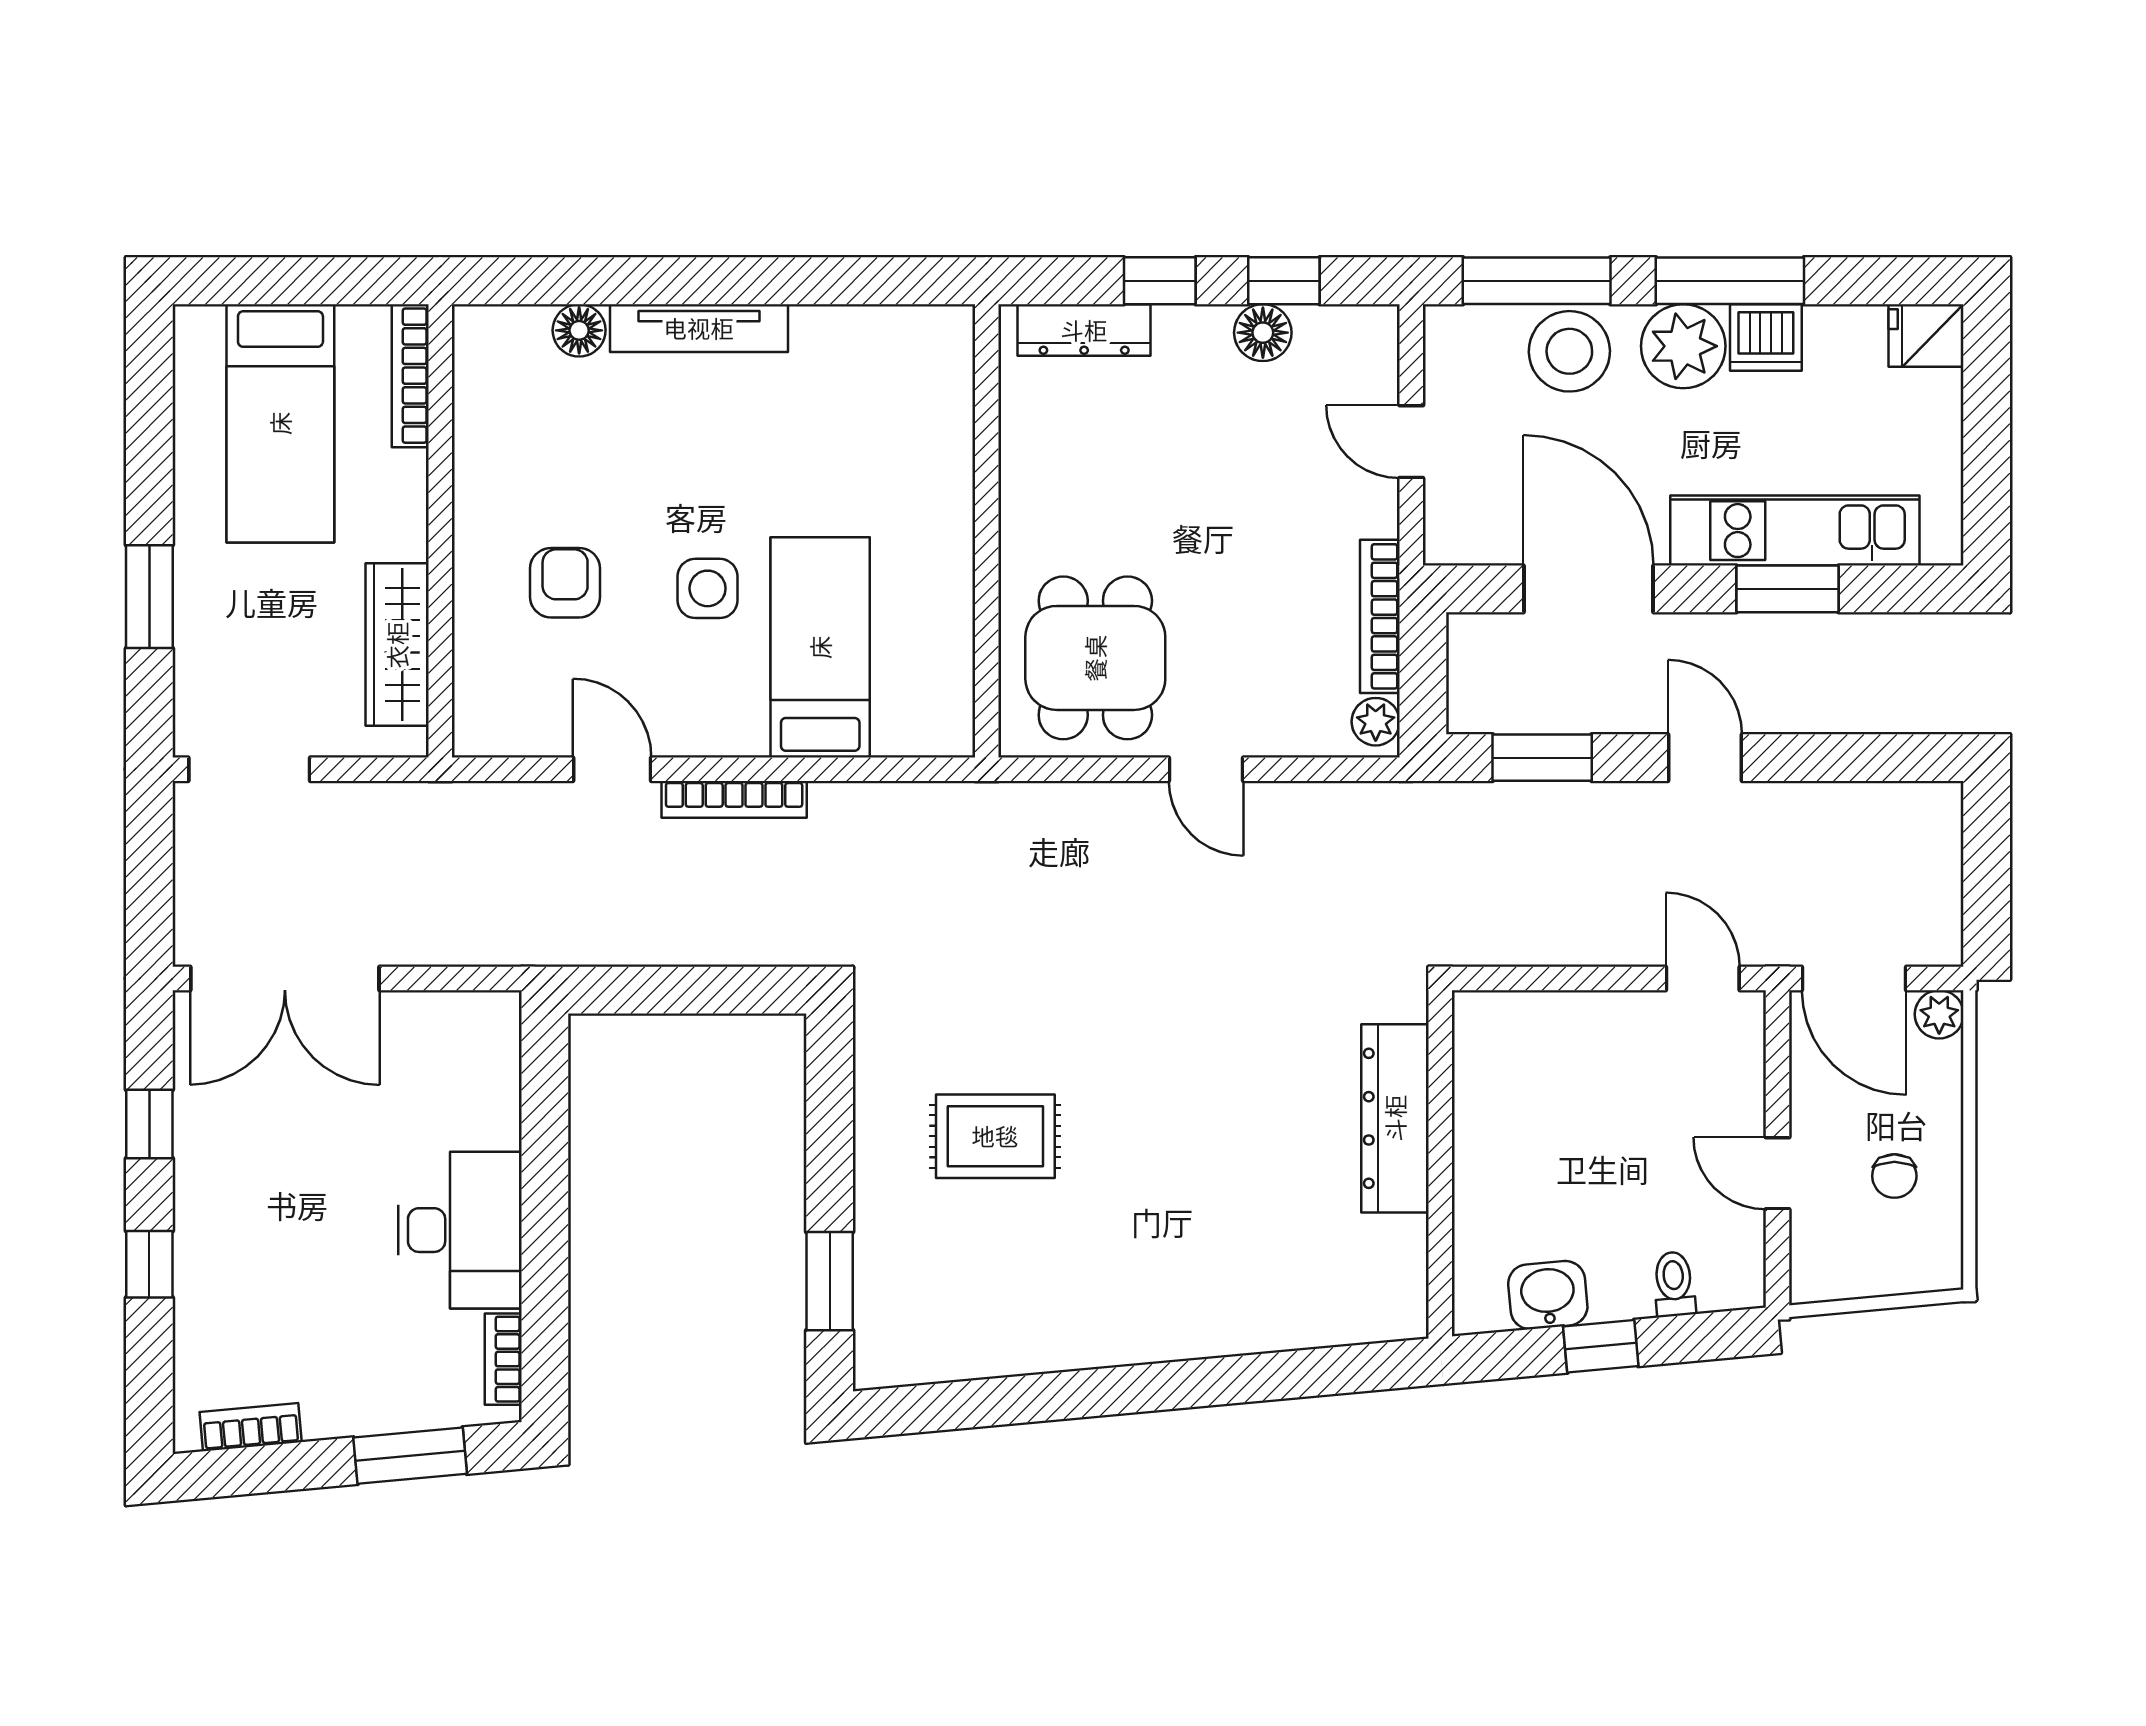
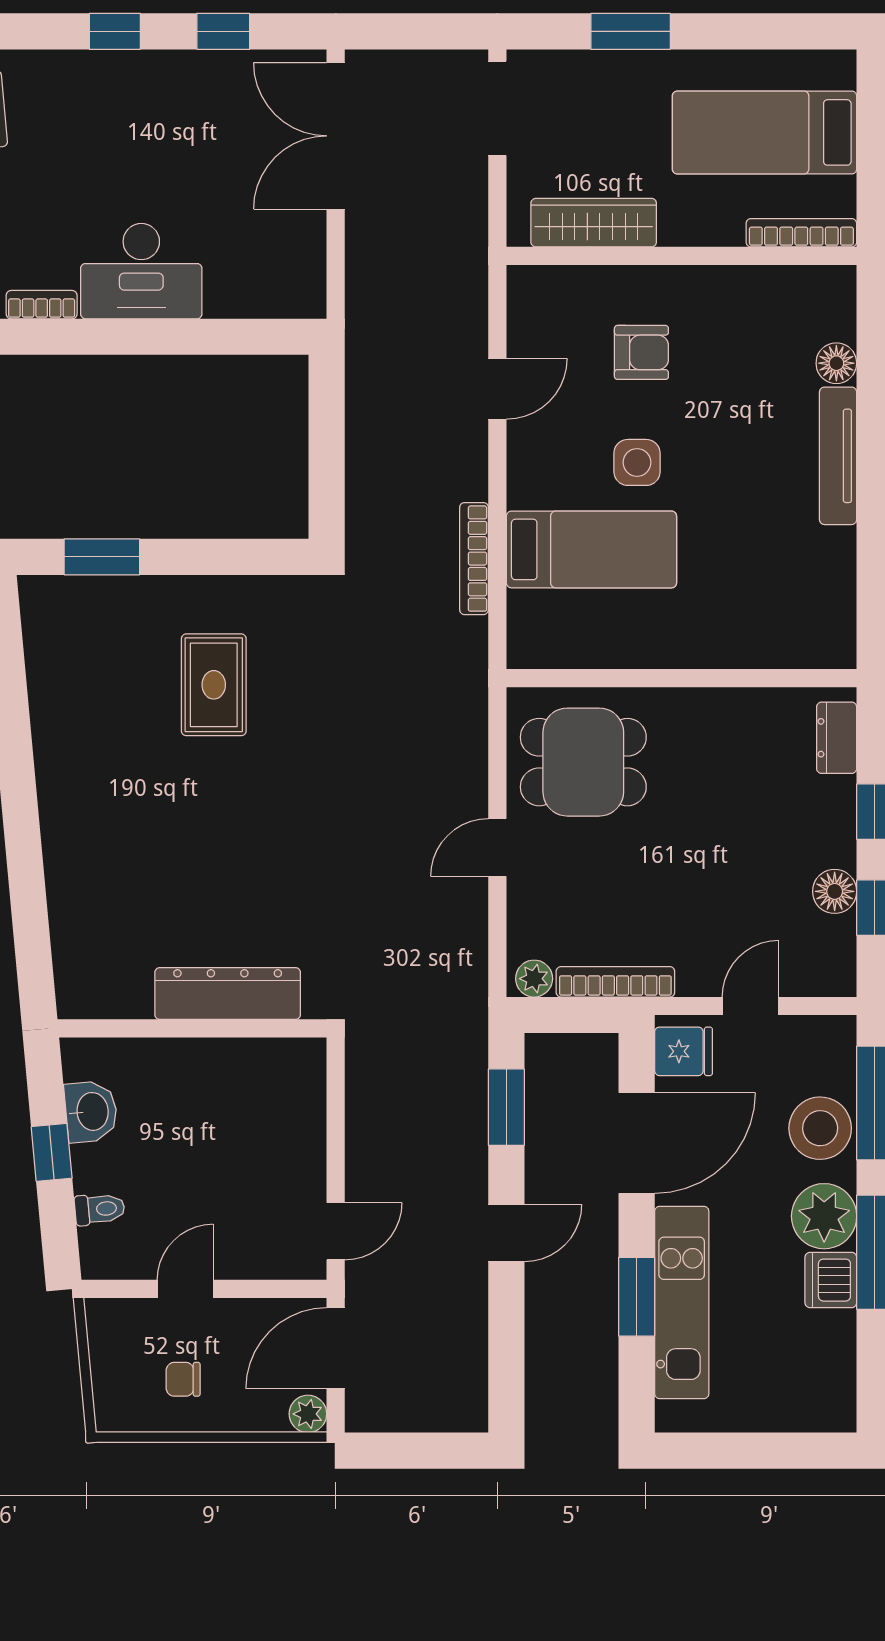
dresser: (1084, 330) -> (837, 738), width x0.70
fridge: (1926, 335) -> (684, 1051), moved, turned 90
bookcase: (734, 799) -> (474, 559), moved

